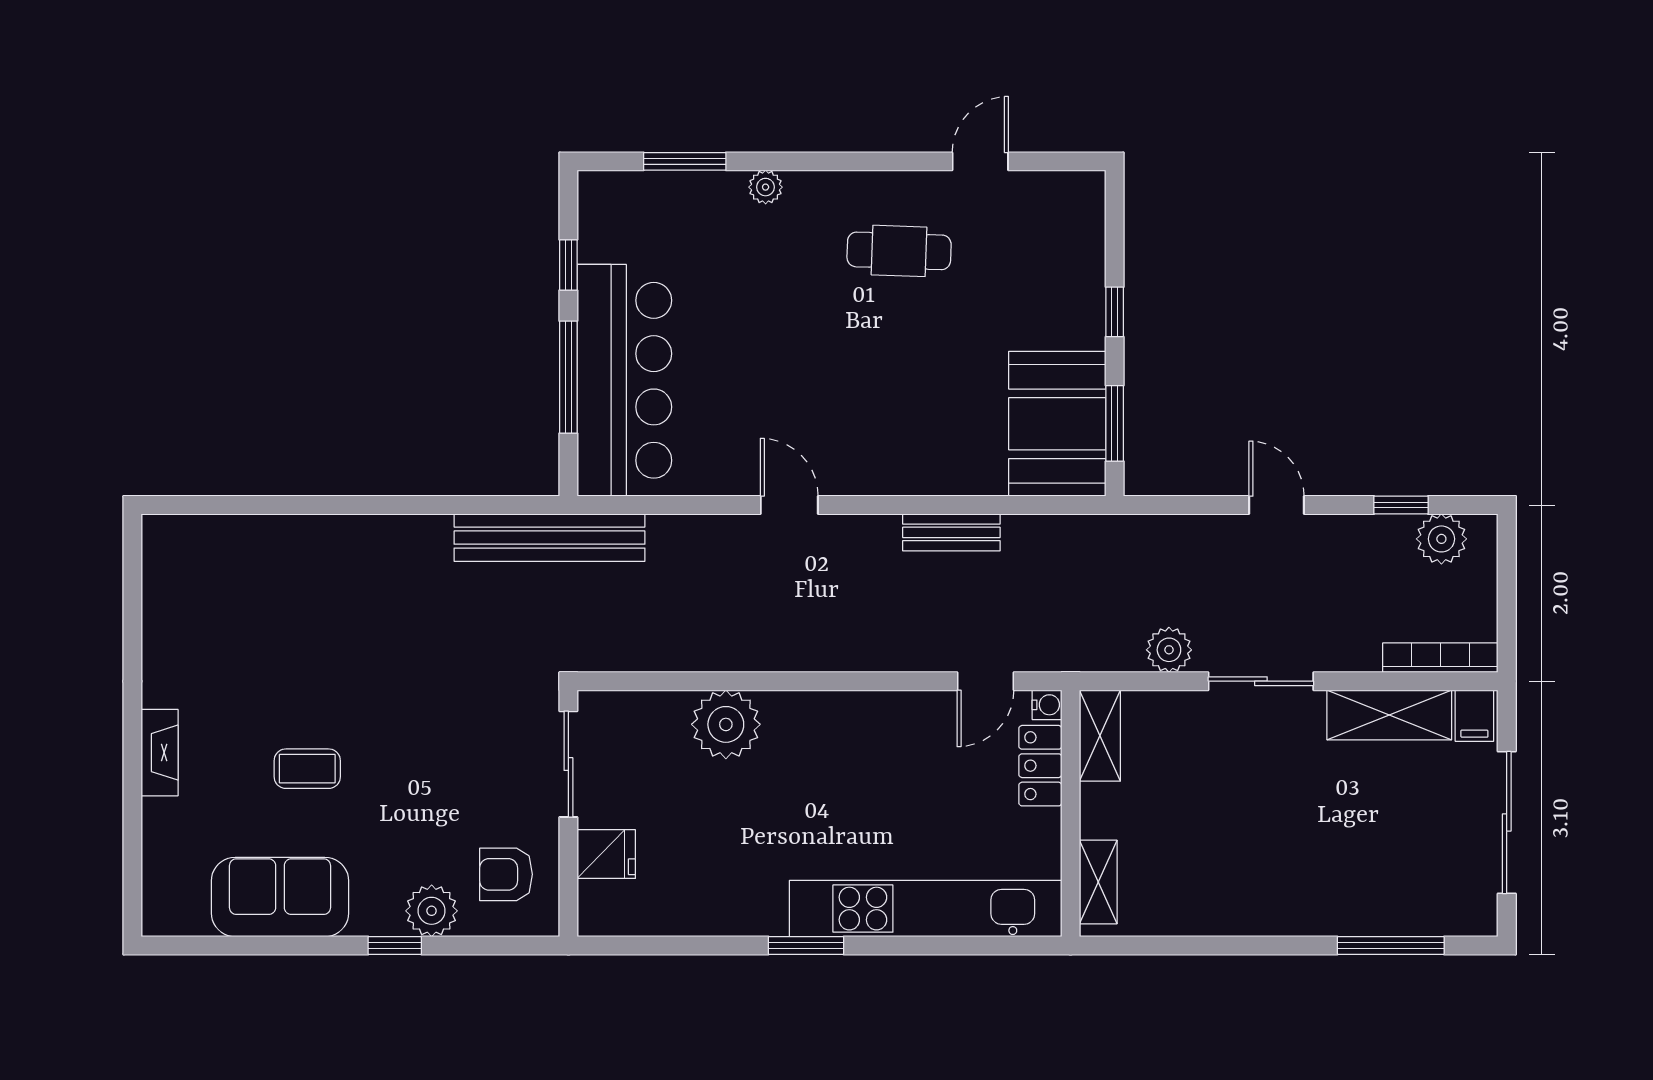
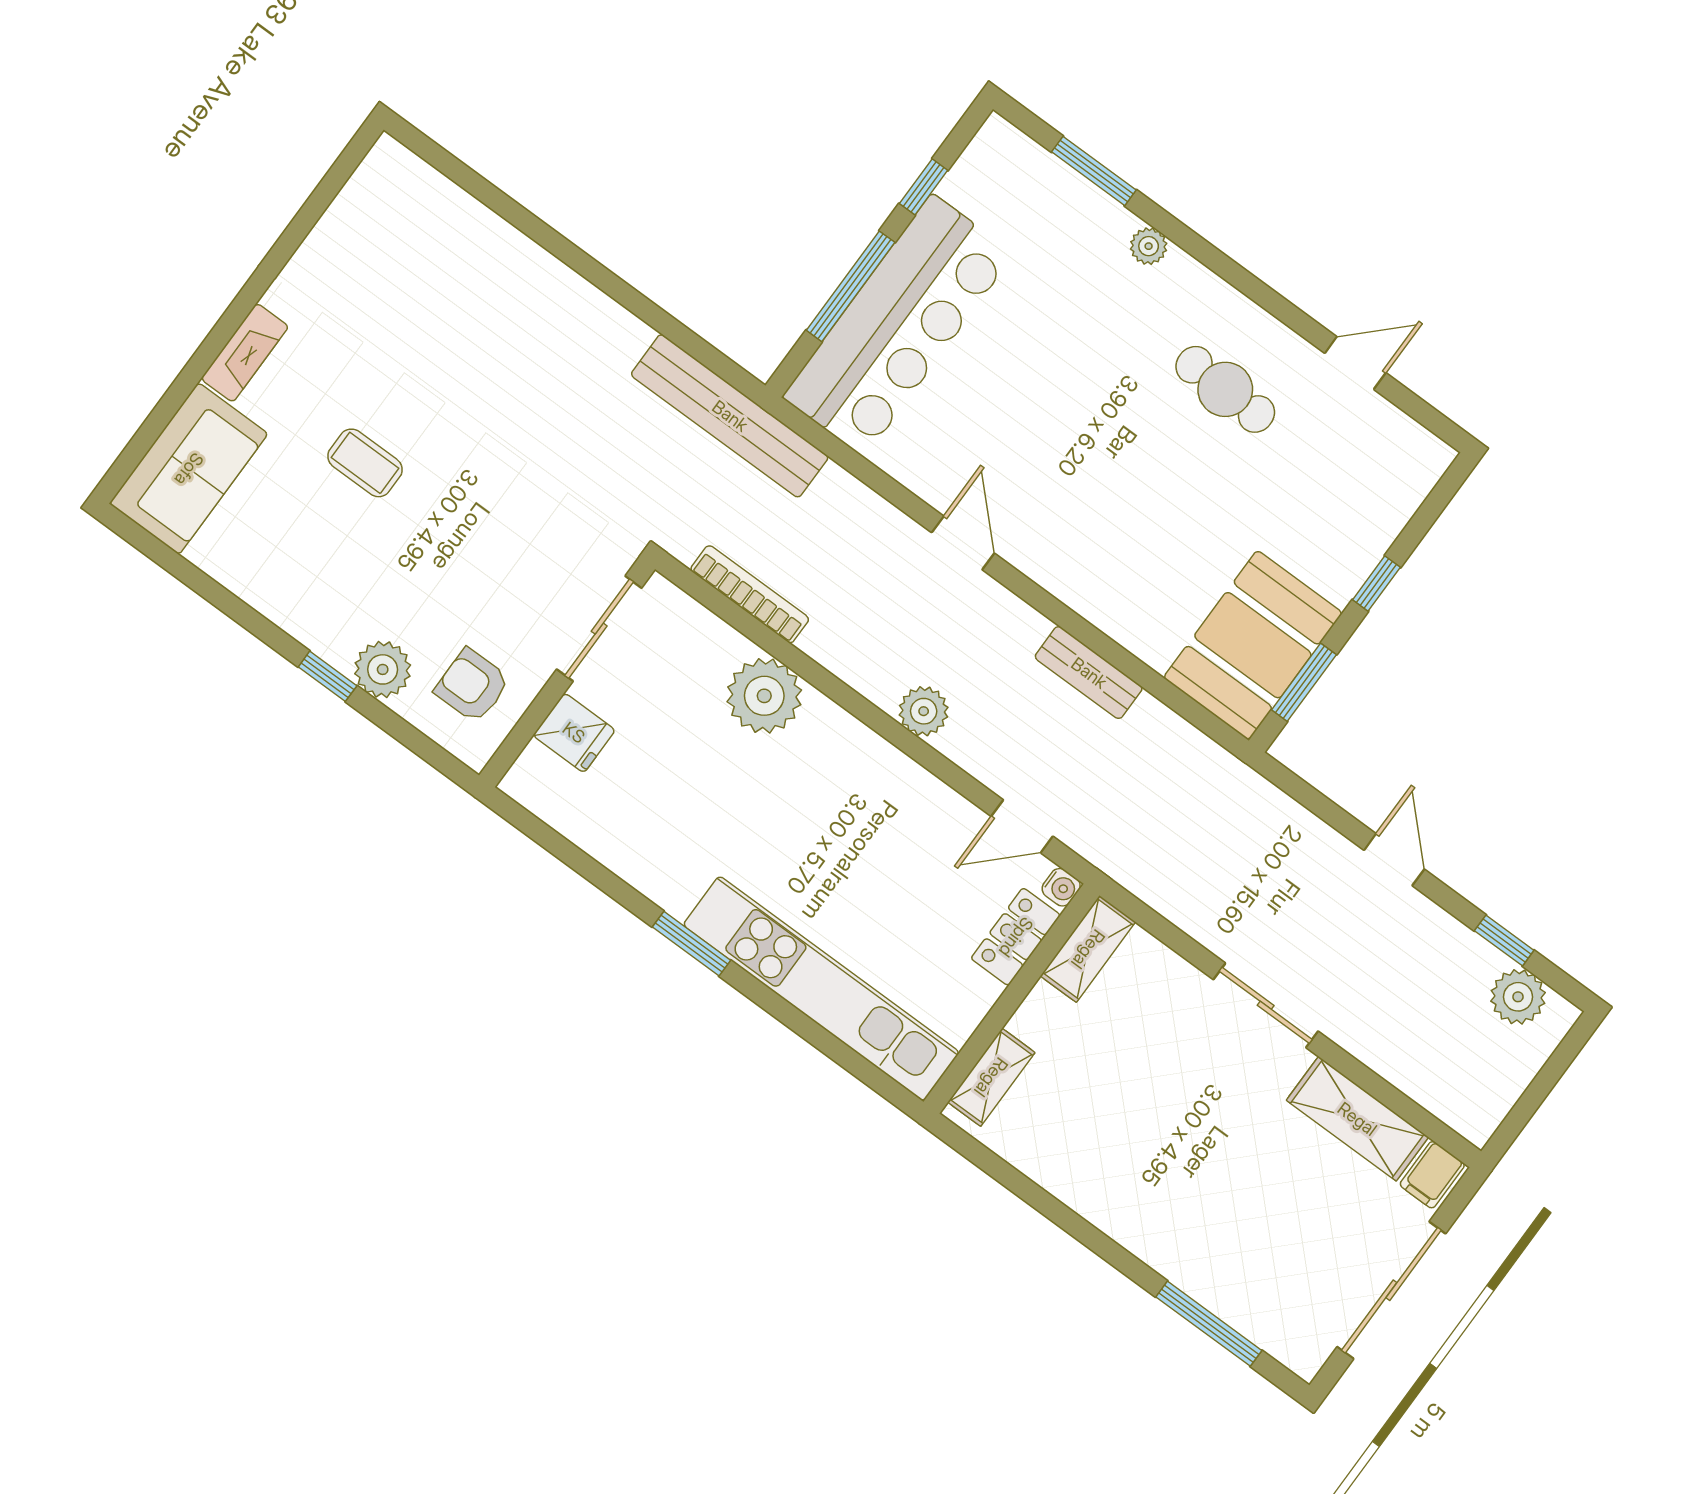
plant: (1169, 650) -> (924, 711), moved
bookcase: (1440, 658) -> (750, 594), moved
sofa: (280, 897) -> (189, 469), moved, turned 90

